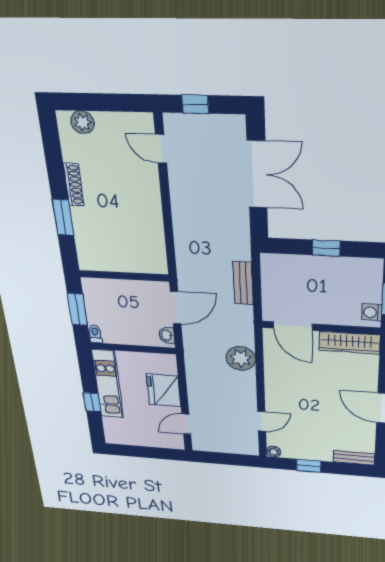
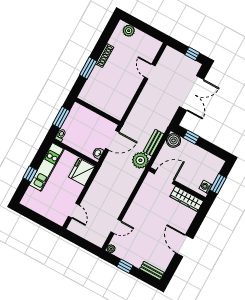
window: (195, 104) -> (192, 54), moved
door: (161, 149) -> (150, 71), moved
window: (326, 248) -> (191, 137), moved
boiler: (274, 265) -> (173, 140), added
door: (293, 326) -> (164, 177), swing flipped
plant: (241, 358) -> (140, 160), moved
fridge: (164, 390) -> (82, 172), moved
door: (186, 424) -> (74, 211), swing flipped

